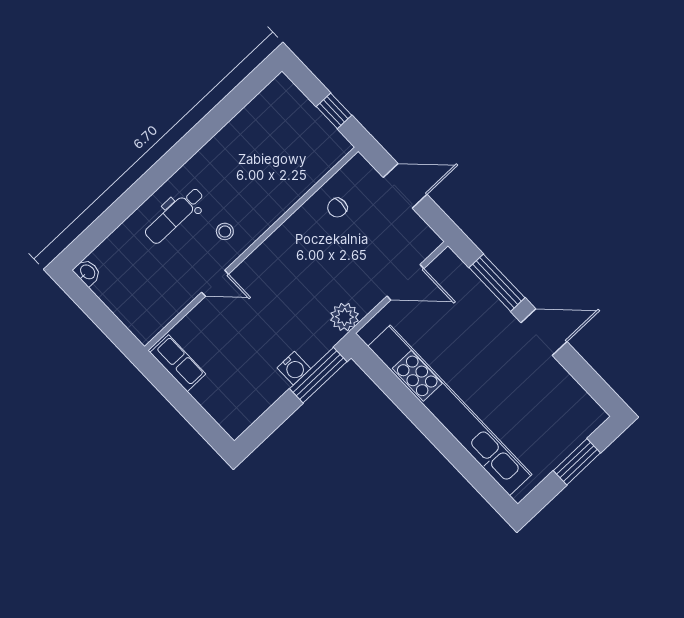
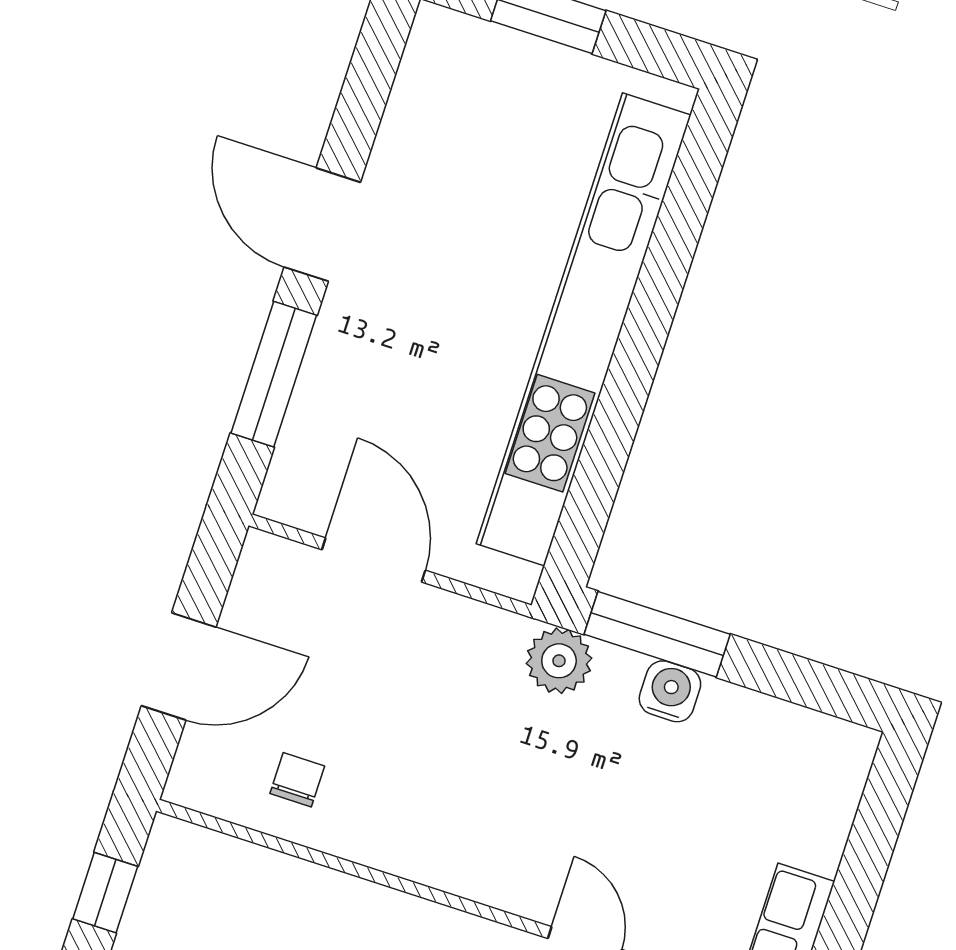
door: (405, 186) -> (179, 666), swing flipped
chair: (337, 208) -> (297, 780), turned -90
plant: (345, 317) -> (559, 661), moved

